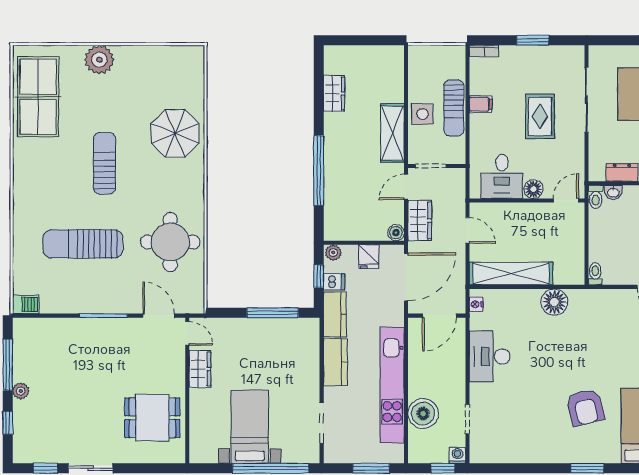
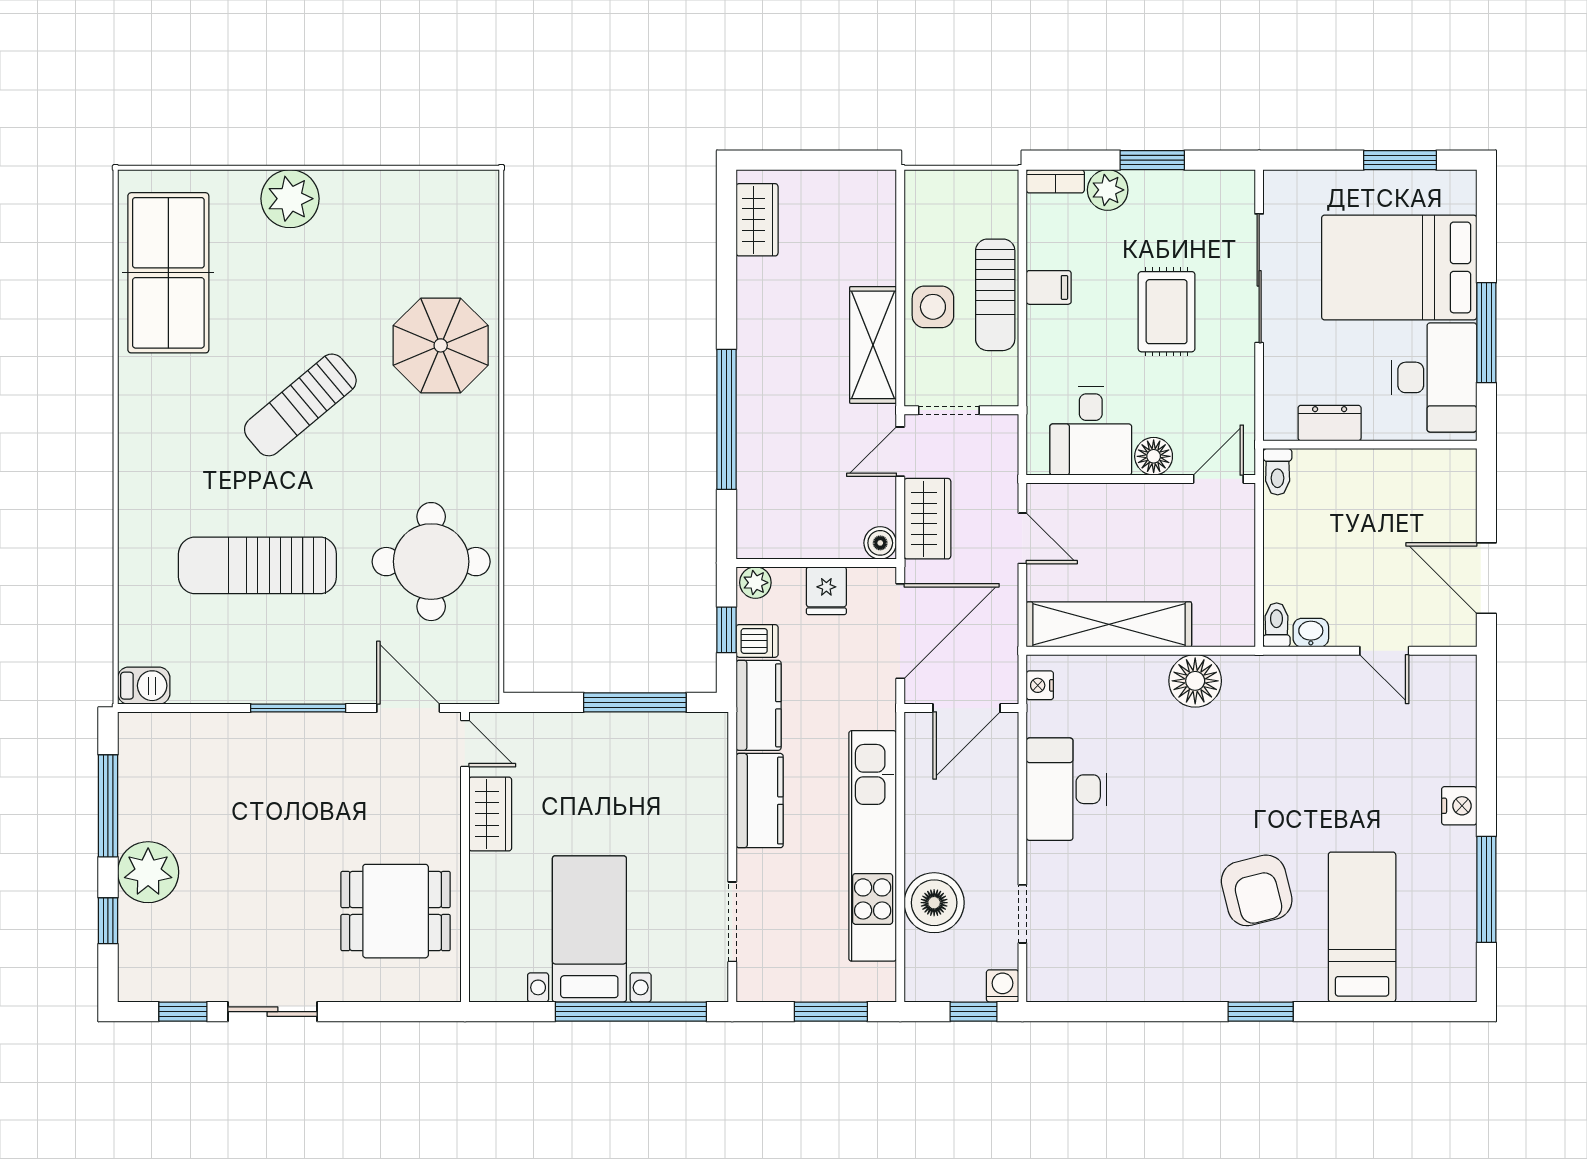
plant: (510, 55) -> (1108, 190), added
wardrobe: (334, 93) -> (757, 220), moved
sun lounger: (104, 163) -> (300, 405), turned -130
washbasin: (613, 192) -> (1311, 633), moved, turned 180
plant: (21, 391) -> (148, 872), width x1.87, depth x1.87

